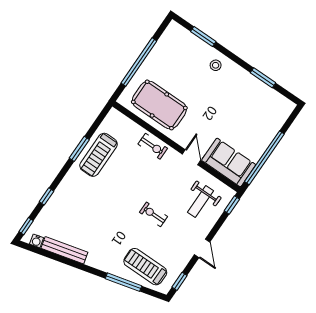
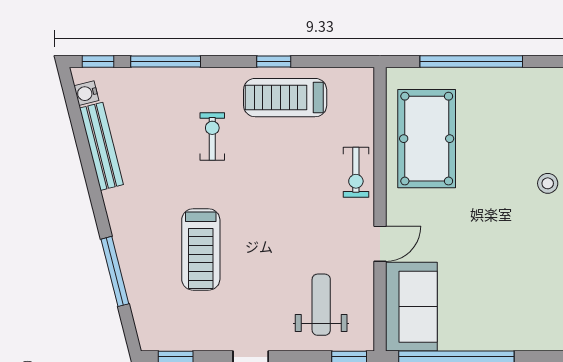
window: (79, 149) -> (274, 61), width x0.67
window: (46, 196) -> (166, 61), width x2.17
weight bench: (200, 202) -> (321, 305), turned 90
exercise bike: (153, 214) -> (212, 136), moved
treadmill: (145, 267) -> (201, 249), moved, turned 180

